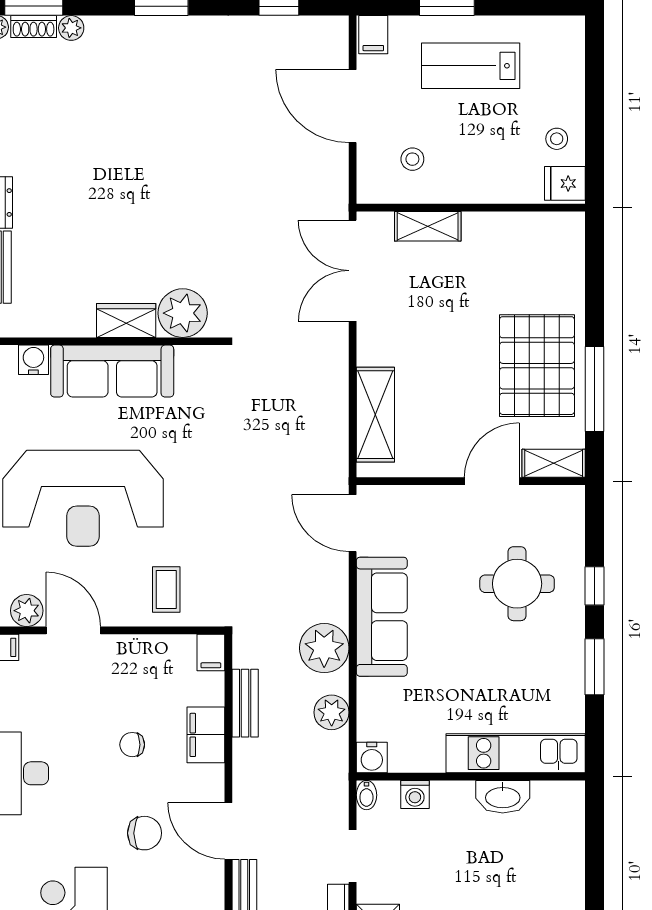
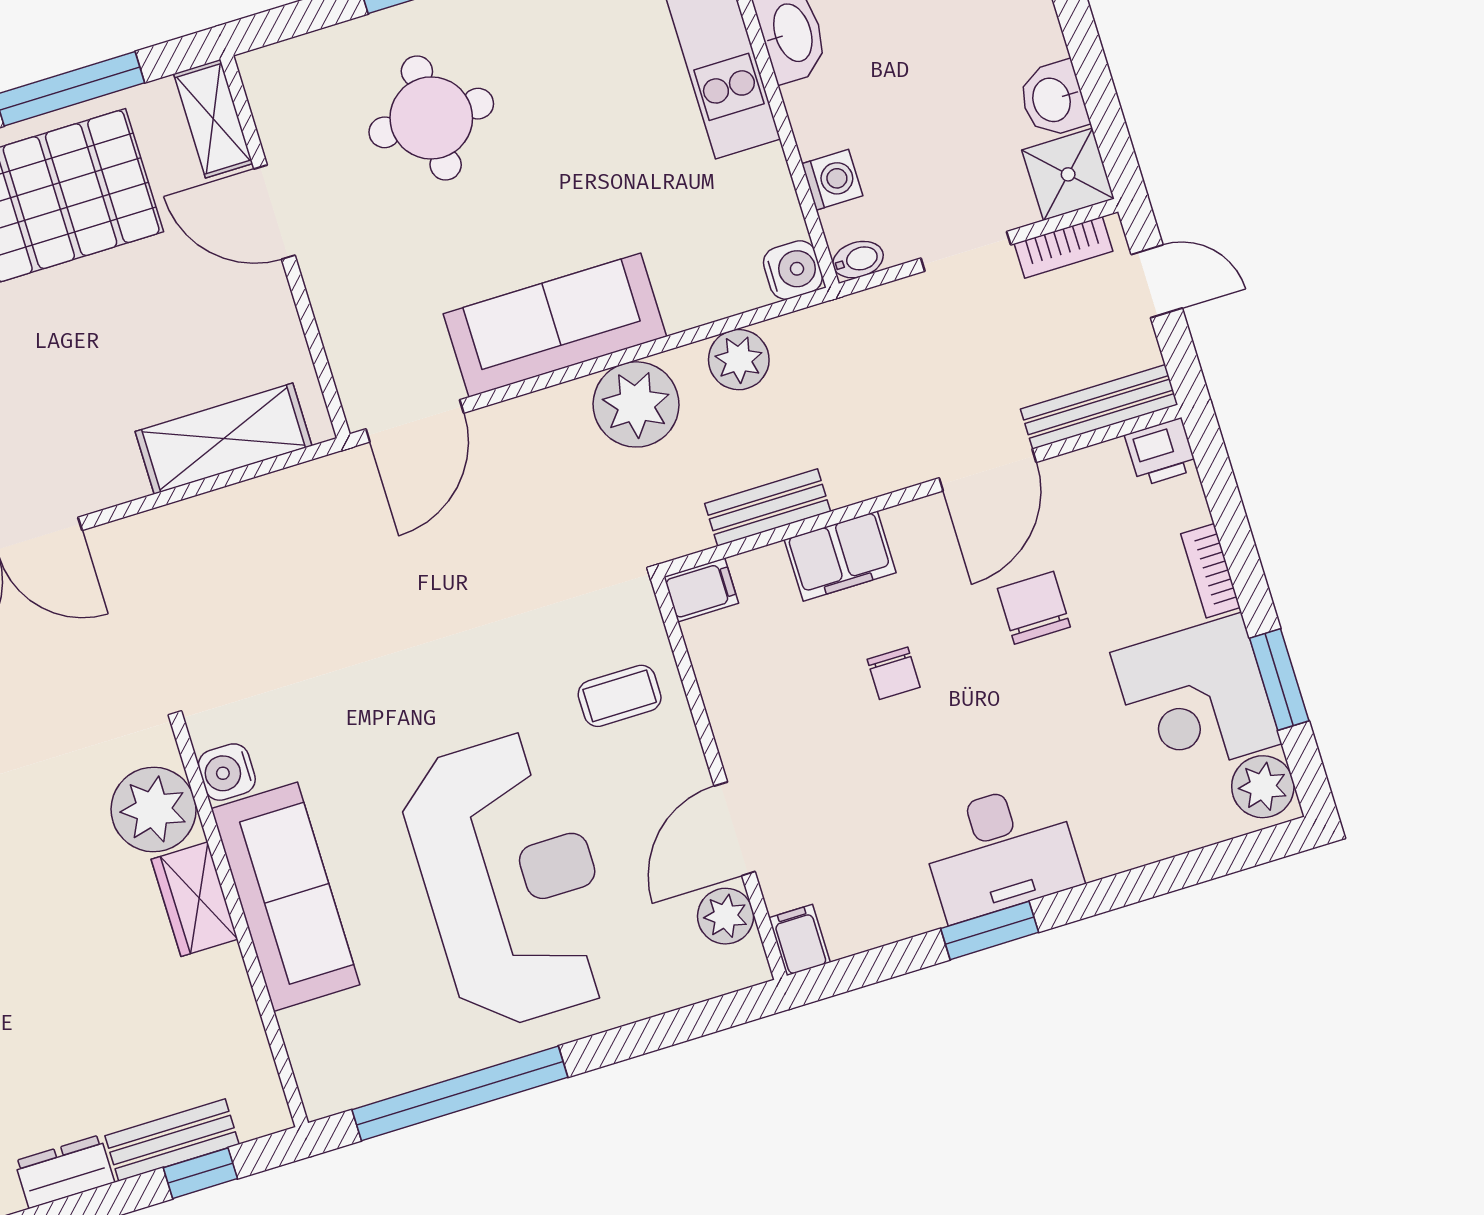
water cooler: (33, 360) -> (227, 772), moved

